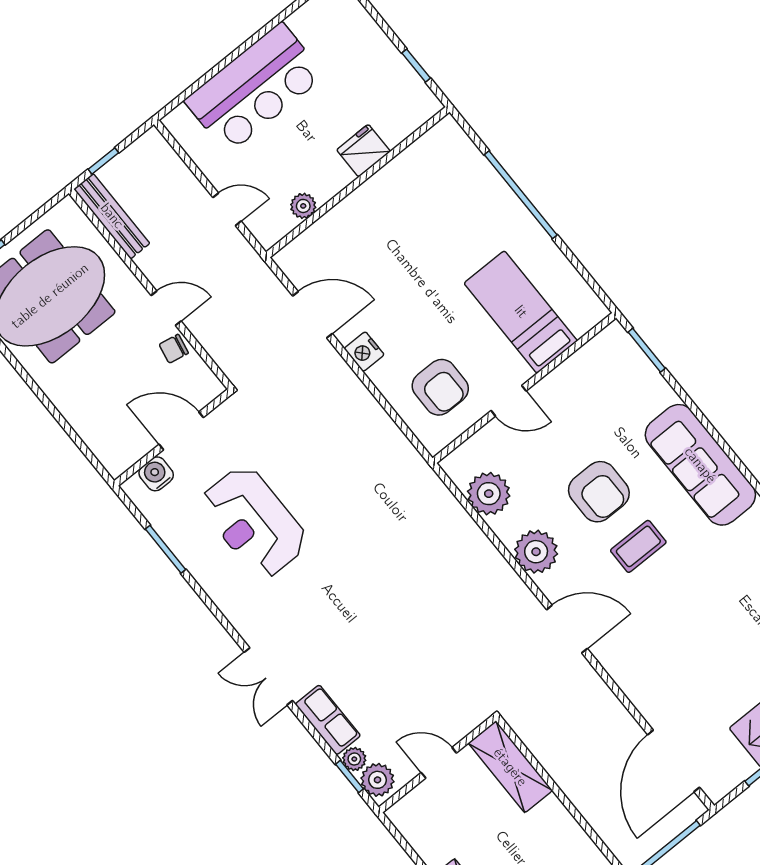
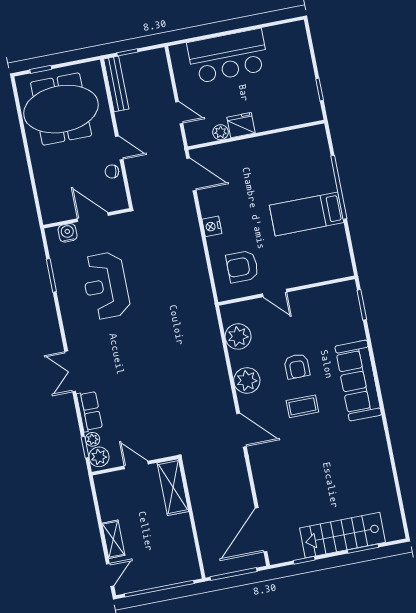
fridge: (364, 151) -> (241, 125), moved
bed: (521, 312) -> (307, 214), moved, turned -90
door: (312, 315) -> (191, 174), moved
armchair: (440, 387) -> (242, 267), turned 90
armchair: (599, 492) -> (297, 366), width x0.72, depth x0.72

